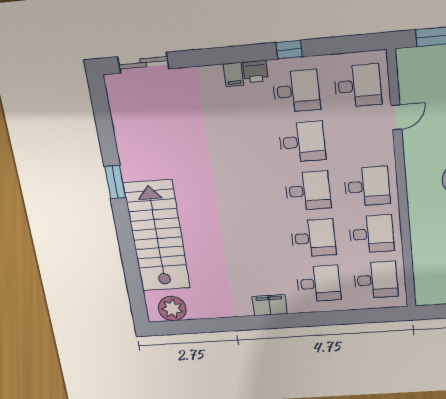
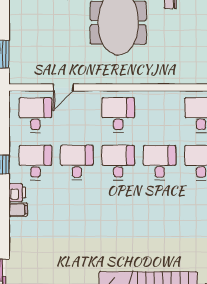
door: (396, 117) -> (63, 87), swing flipped
desk: (371, 234) -> (160, 115), removed

